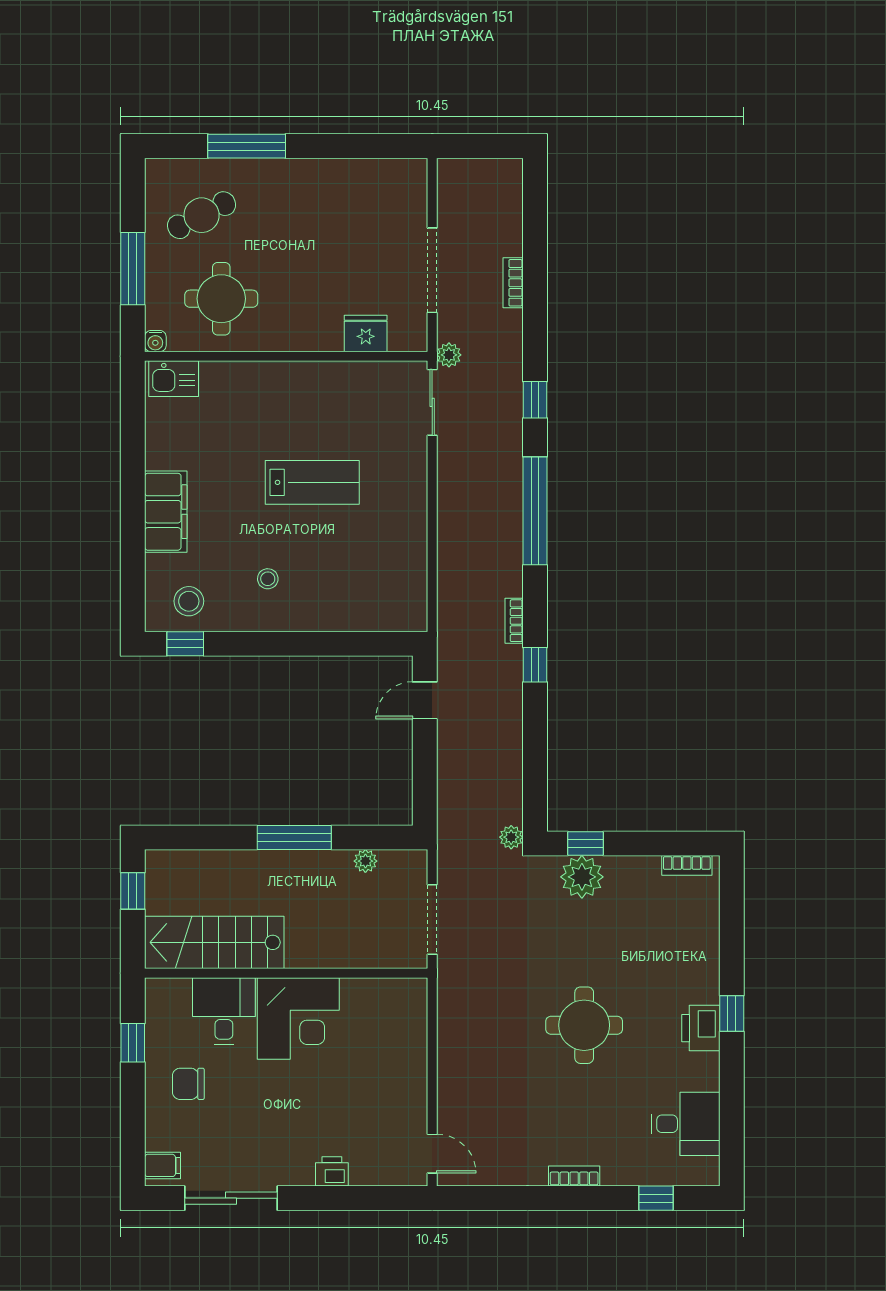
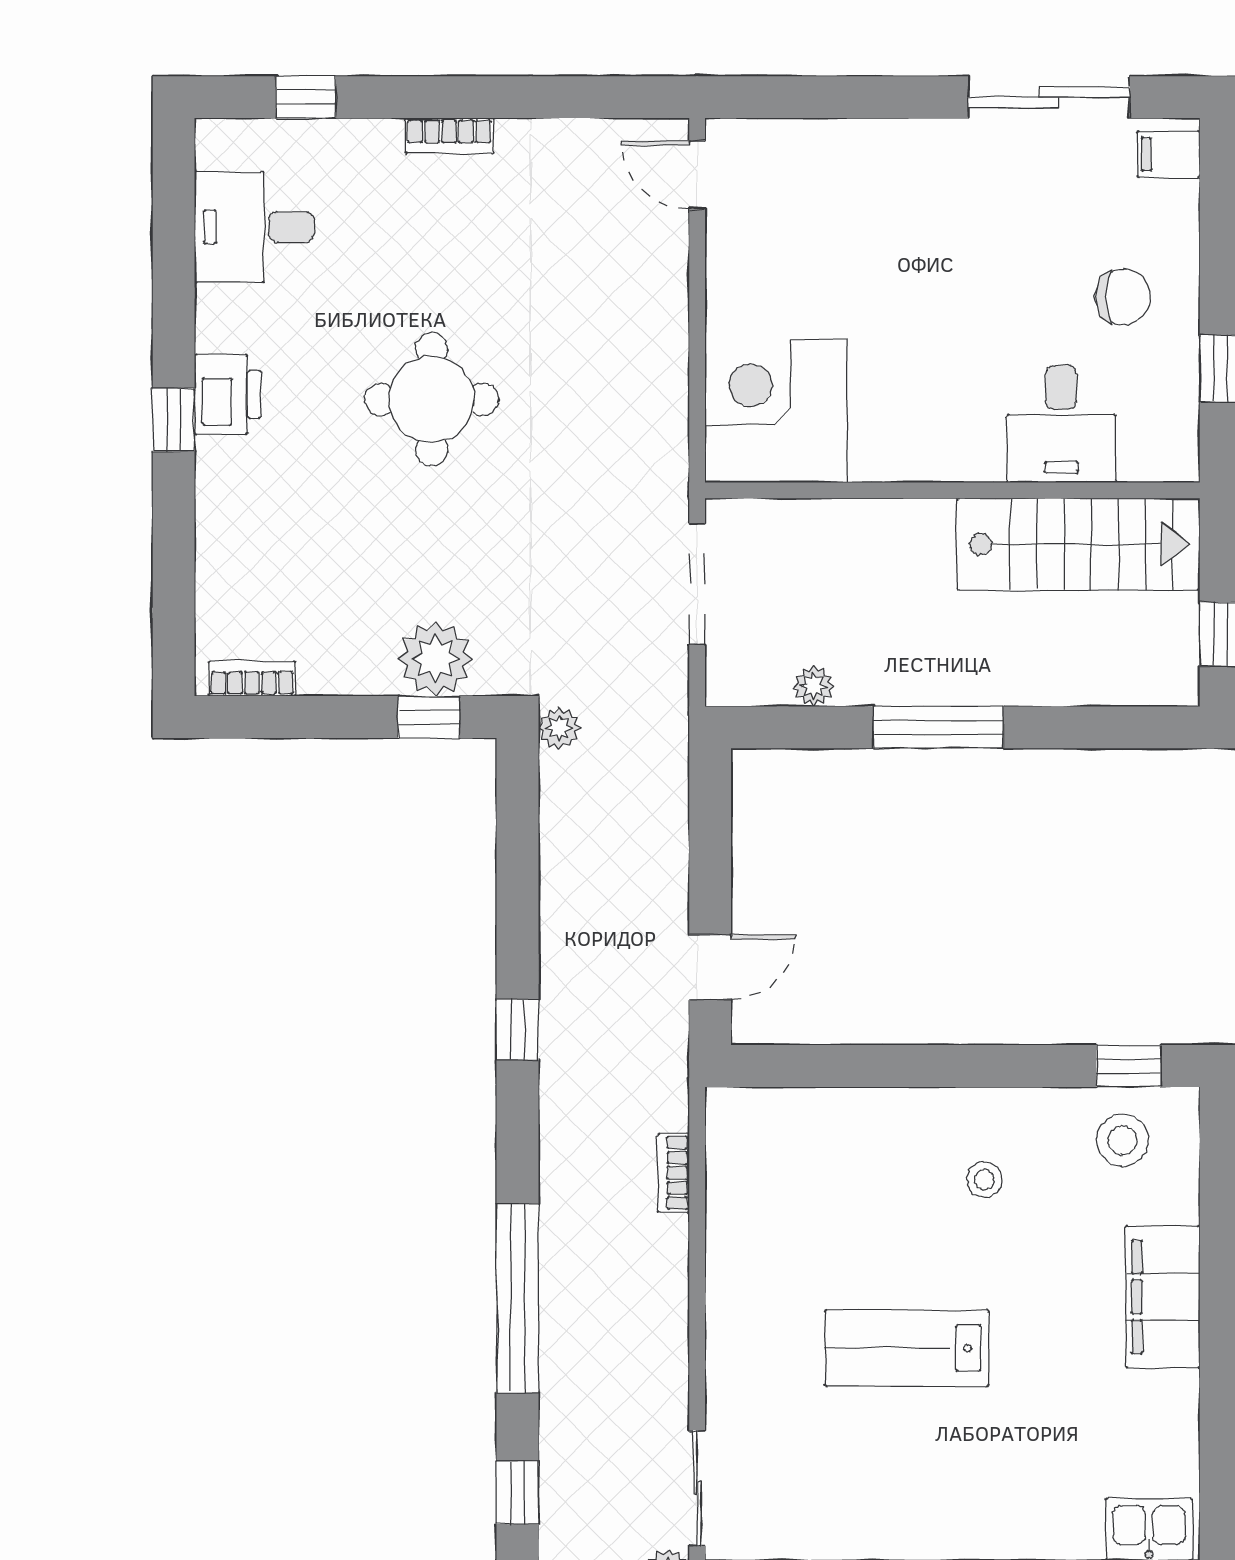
bookcase: (514, 621) -> (674, 1173), moved, turned 180
corner desk: (298, 1018) -> (776, 411), moved
printer: (332, 1171) -> (873, 144), removed

